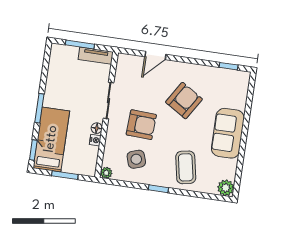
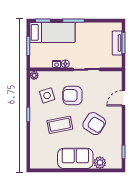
tv unit: (96, 56) -> (117, 43), moved
door: (155, 56) -> (124, 98), hinge flipped
armchair: (141, 125) -> (72, 95), turned 87
coffee table: (186, 167) -> (60, 125), moved
plant: (226, 188) -> (100, 163), moved

